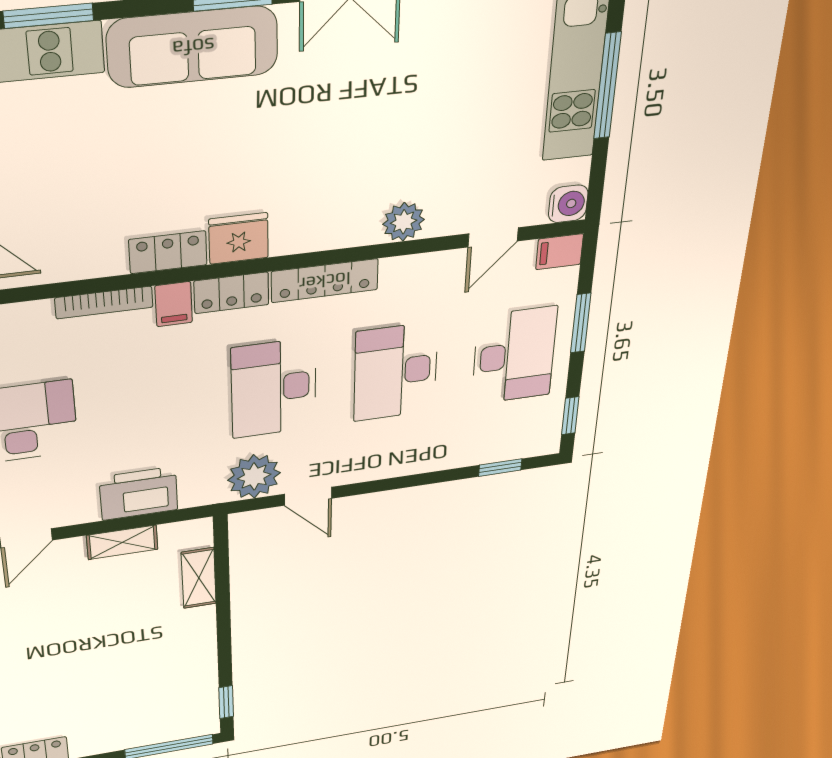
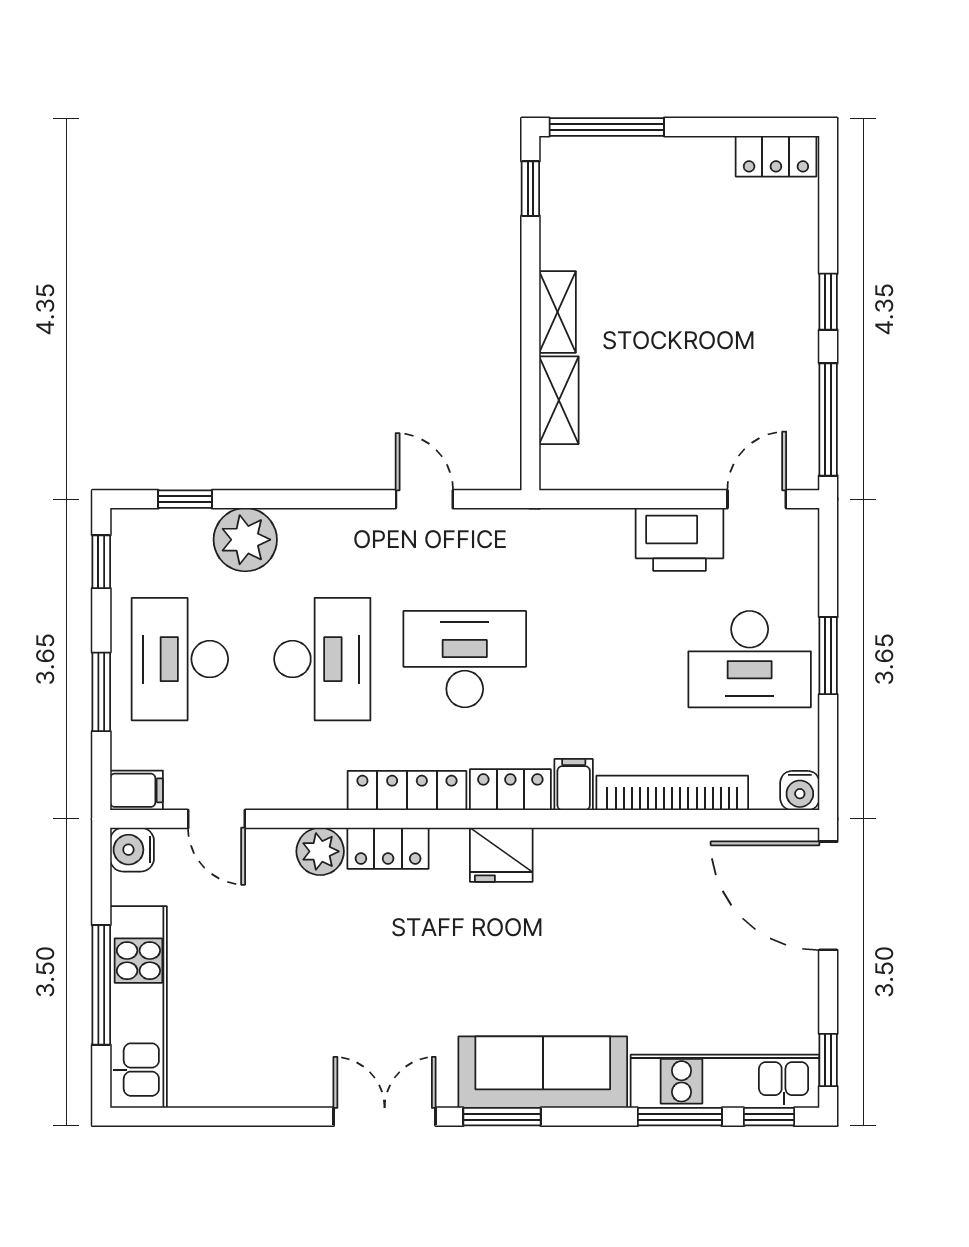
door: (493, 237) -> (217, 819), swing flipped
locker: (168, 252) -> (388, 848), moved
bookcase: (104, 303) -> (672, 793), width x1.48, depth x1.31
desk: (274, 388) -> (465, 659), turned -90
plant: (254, 477) -> (245, 540), moved
printer: (139, 493) -> (679, 539), moved
shelving: (122, 542) -> (558, 312), moved, turned 90

